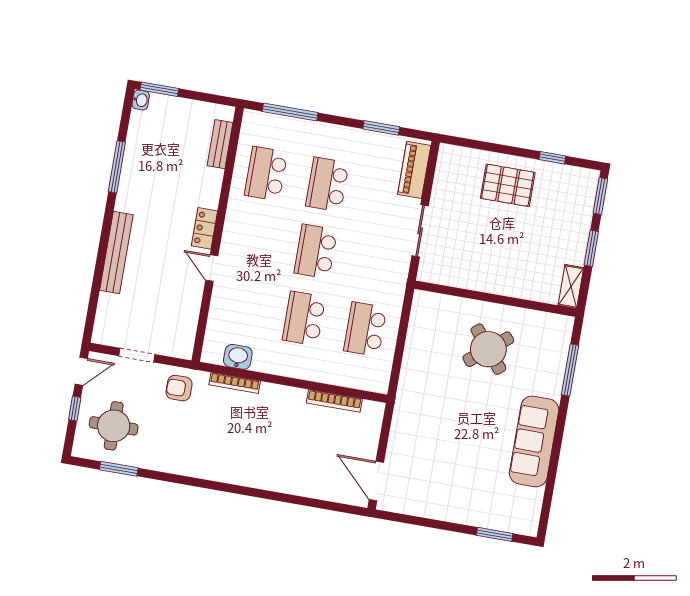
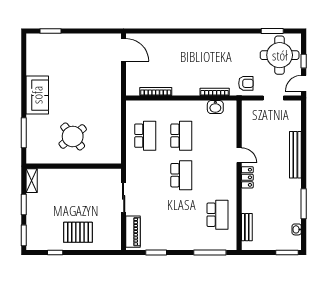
washbasin: (141, 100) -> (297, 229), moved
school desk: (327, 184) -> (181, 215), removed
round table: (114, 426) -> (280, 55), width x1.36, depth x1.36
sofa: (534, 441) -> (37, 95), width x0.73

